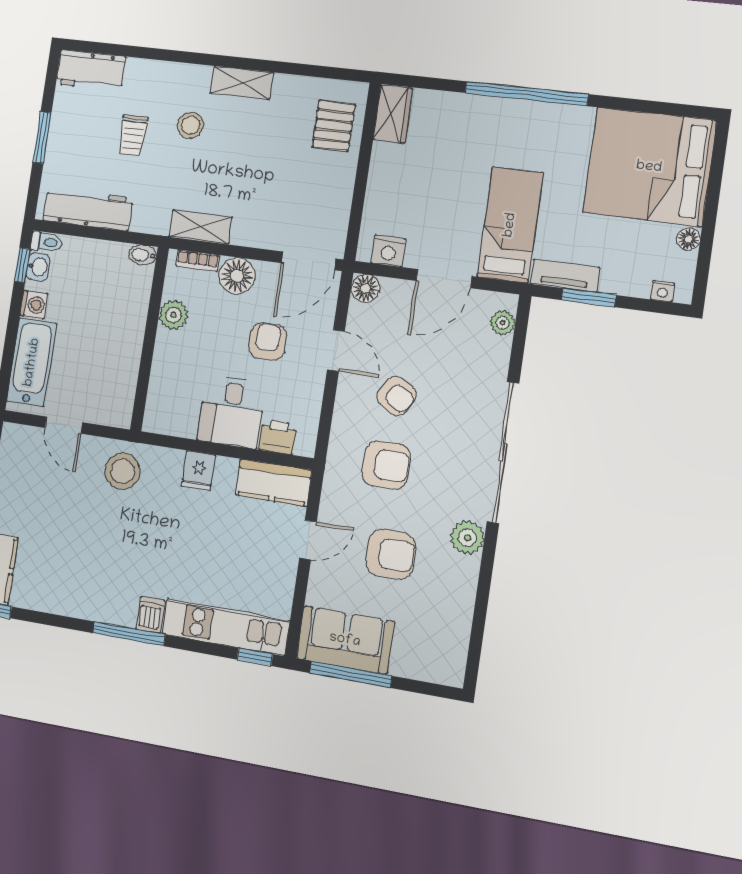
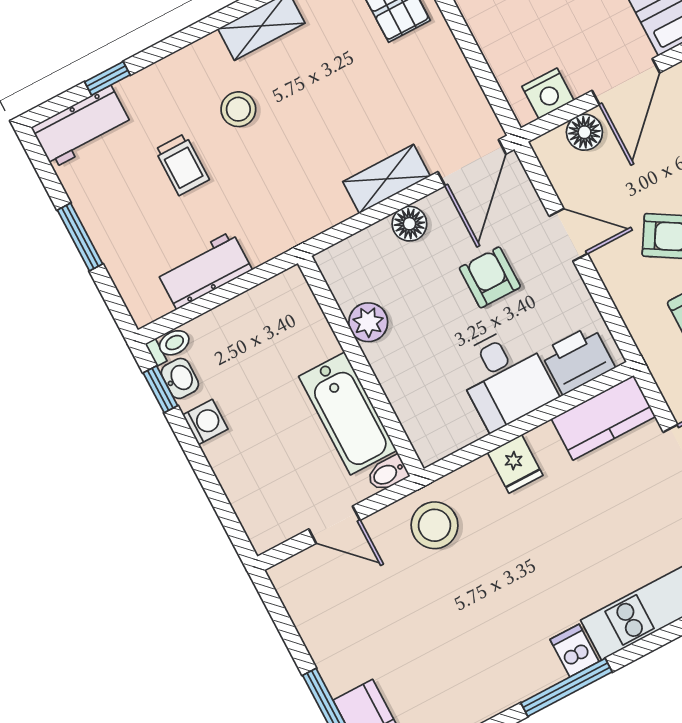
window: (127, 51) -> (107, 78), added
workbench: (88, 209) -> (204, 270), width x0.73
shelving: (200, 227) -> (386, 179), moved
bidet: (143, 255) -> (388, 473), moved
bookcase: (198, 261) -> (352, 247), removed
floor lamp: (237, 276) -> (409, 224), width x0.73, depth x0.73
floor lamp: (365, 288) -> (584, 132), moved
bathtub: (32, 362) -> (348, 413), moved, turned 180
printer: (278, 437) -> (578, 360), width x1.36, depth x1.24

